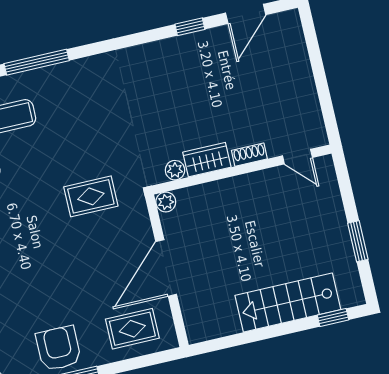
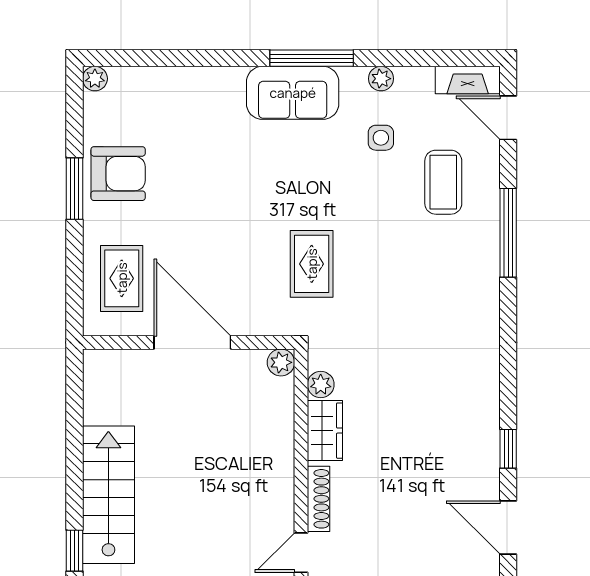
shoe rack: (249, 155) -> (318, 499), width x1.43

